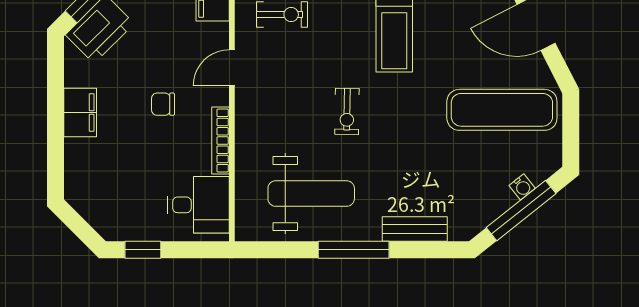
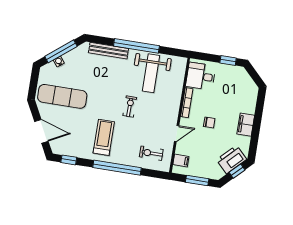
weight bench: (311, 194) -> (151, 73), turned -90
bench: (415, 229) -> (108, 51), width x1.36
window: (354, 250) -> (136, 46), width x1.46

